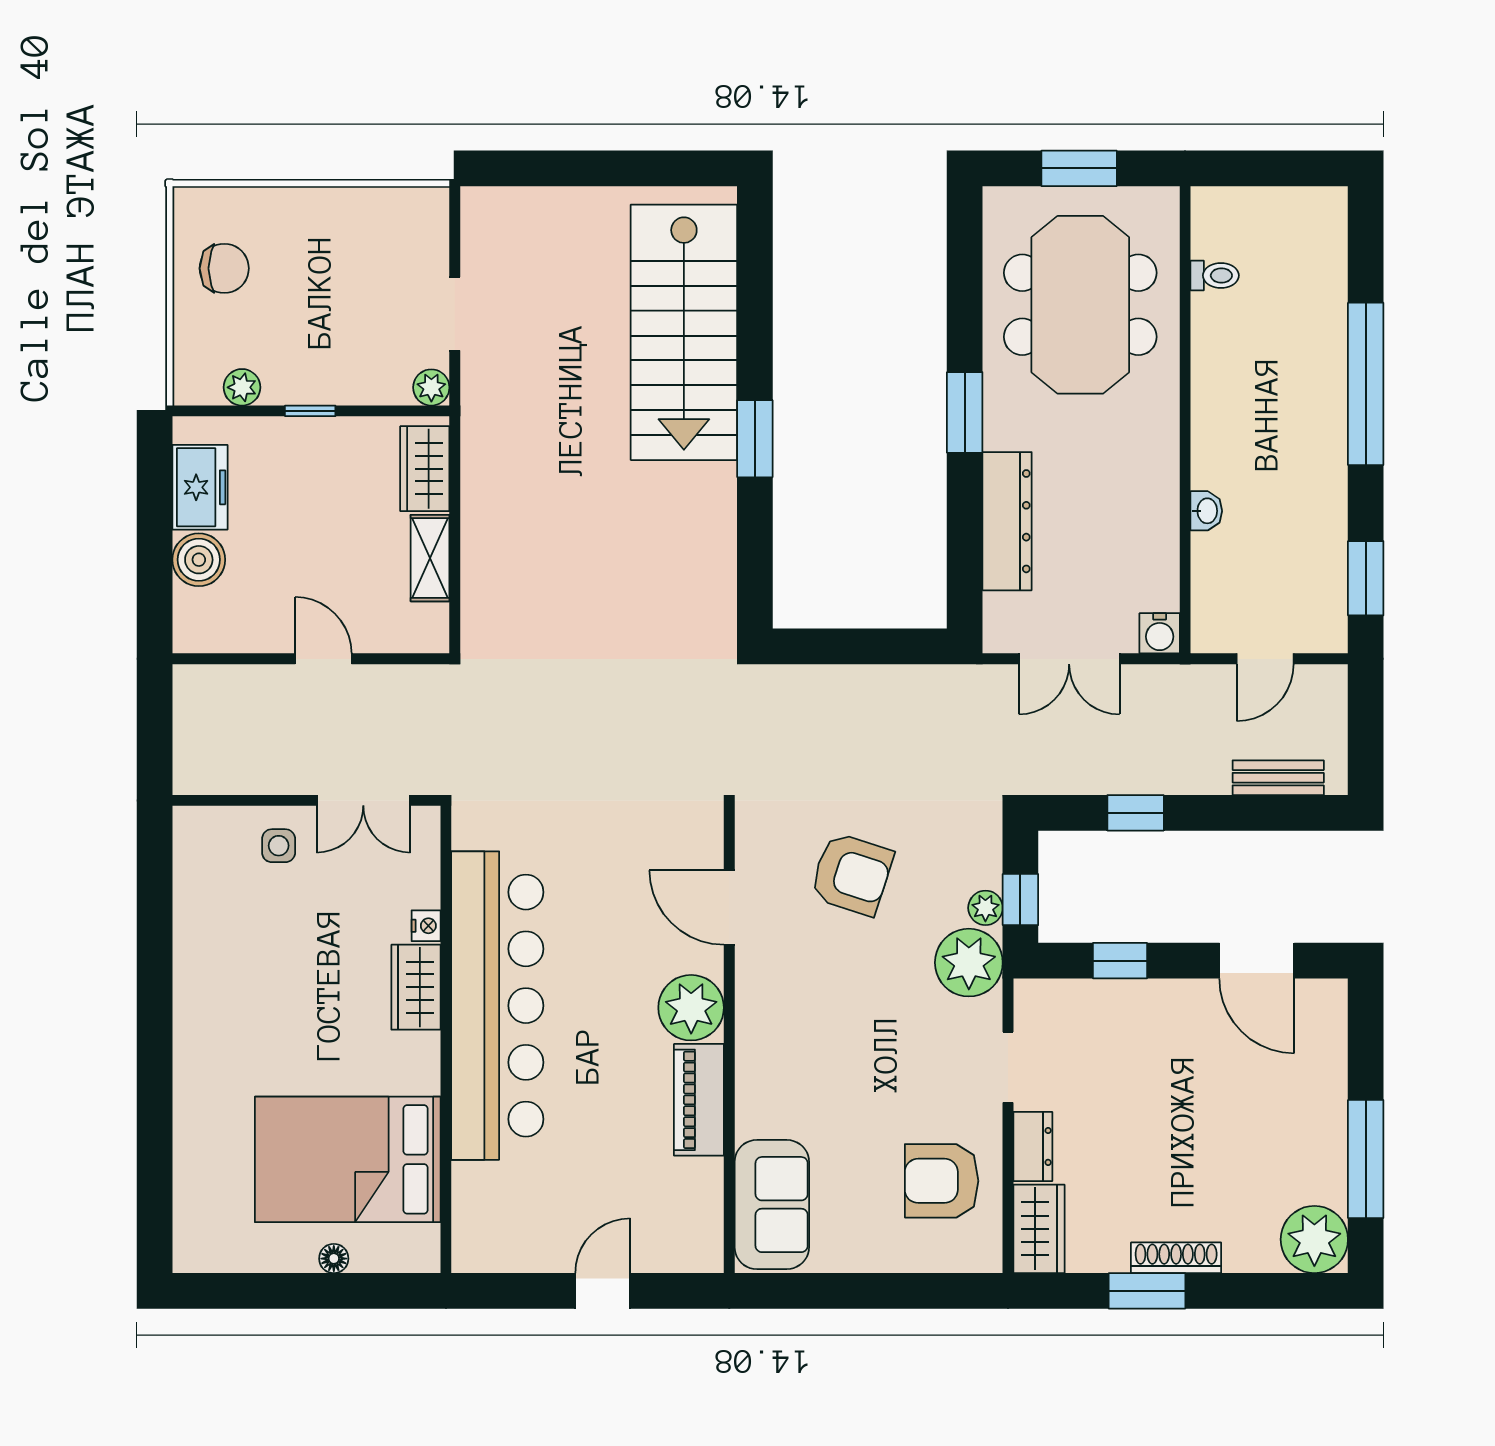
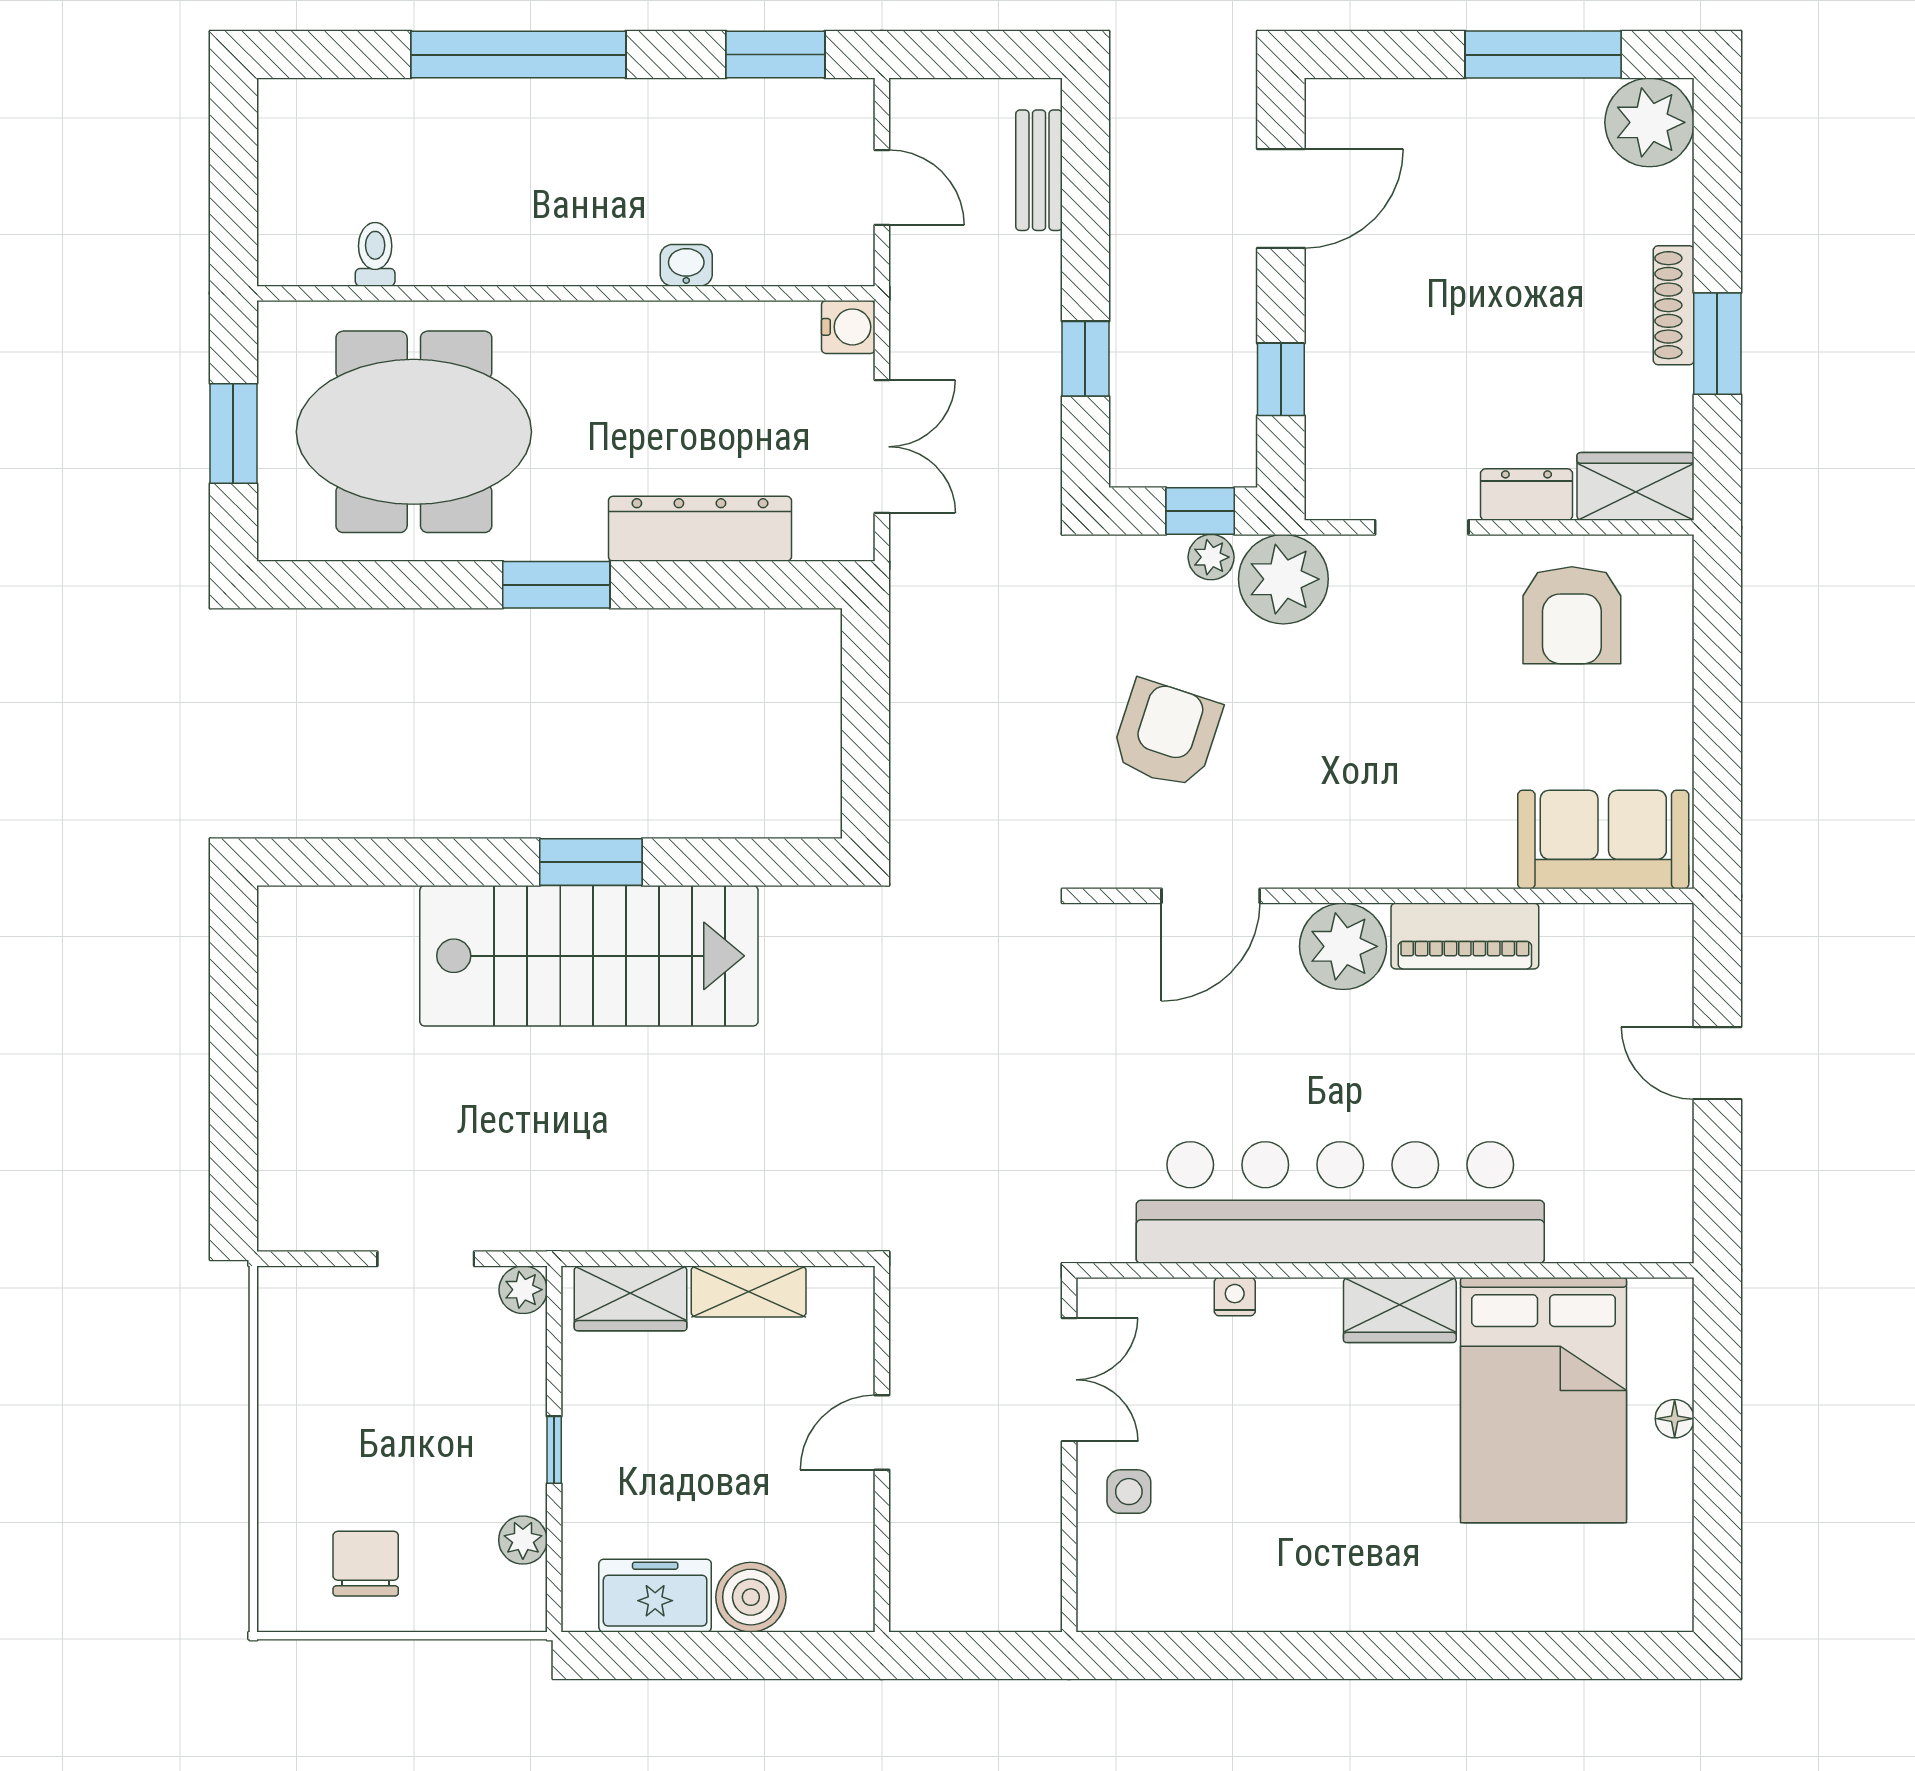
stairs: (684, 332) -> (589, 956), moved
wardrobe: (416, 987) -> (1400, 1310), moved

